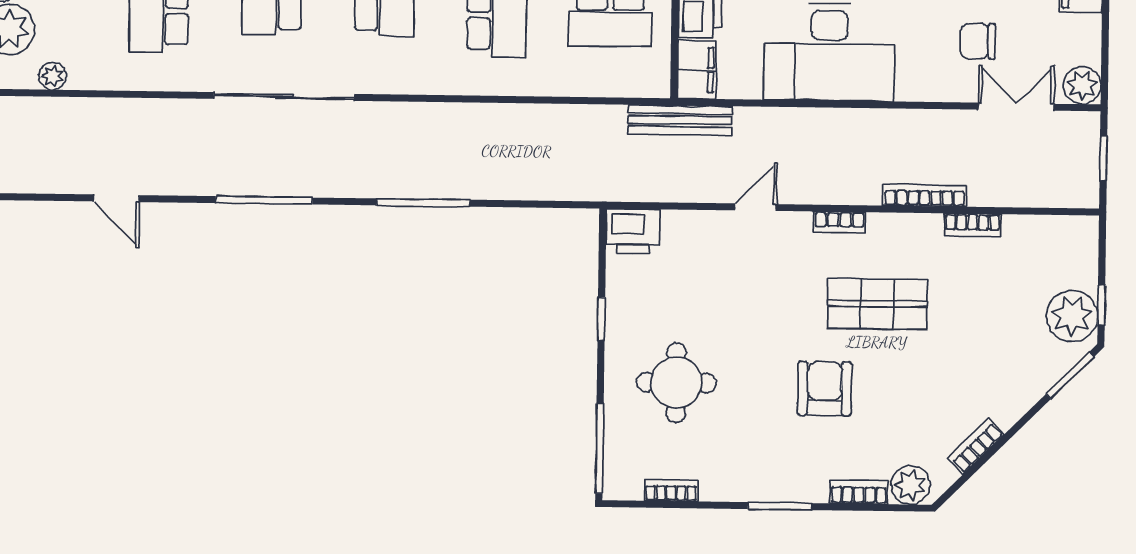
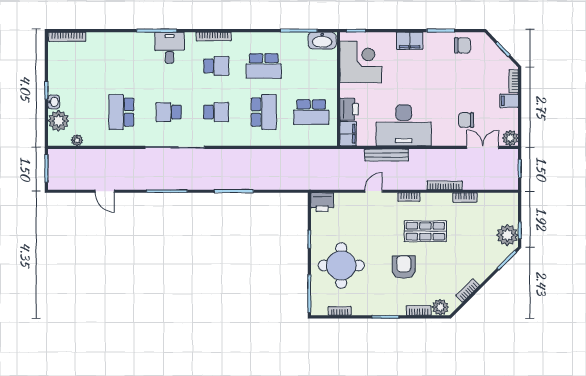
bench: (680, 120) -> (387, 155), moved
round table: (676, 383) -> (341, 265), width x1.36, depth x1.36

